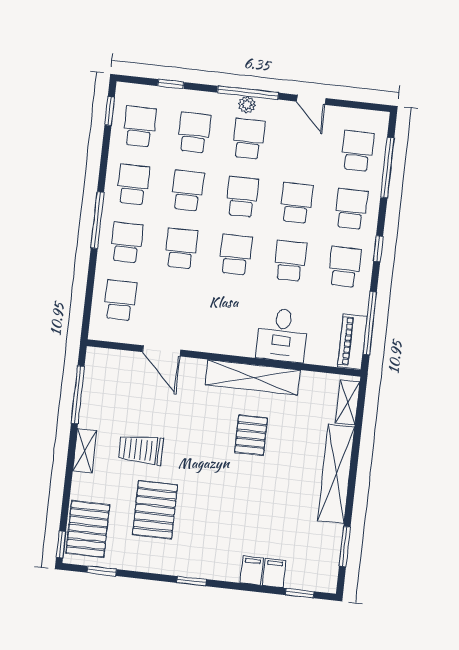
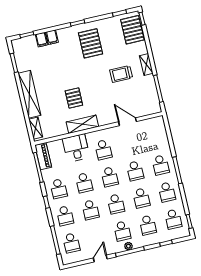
door: (311, 100) -> (100, 258), hinge flipped
school desk: (120, 300) -> (103, 150), moved
shelving: (253, 377) -> (82, 124), width x0.68
trolley: (141, 450) -> (121, 74), turned 180
pallet: (155, 510) -> (91, 43), moved

